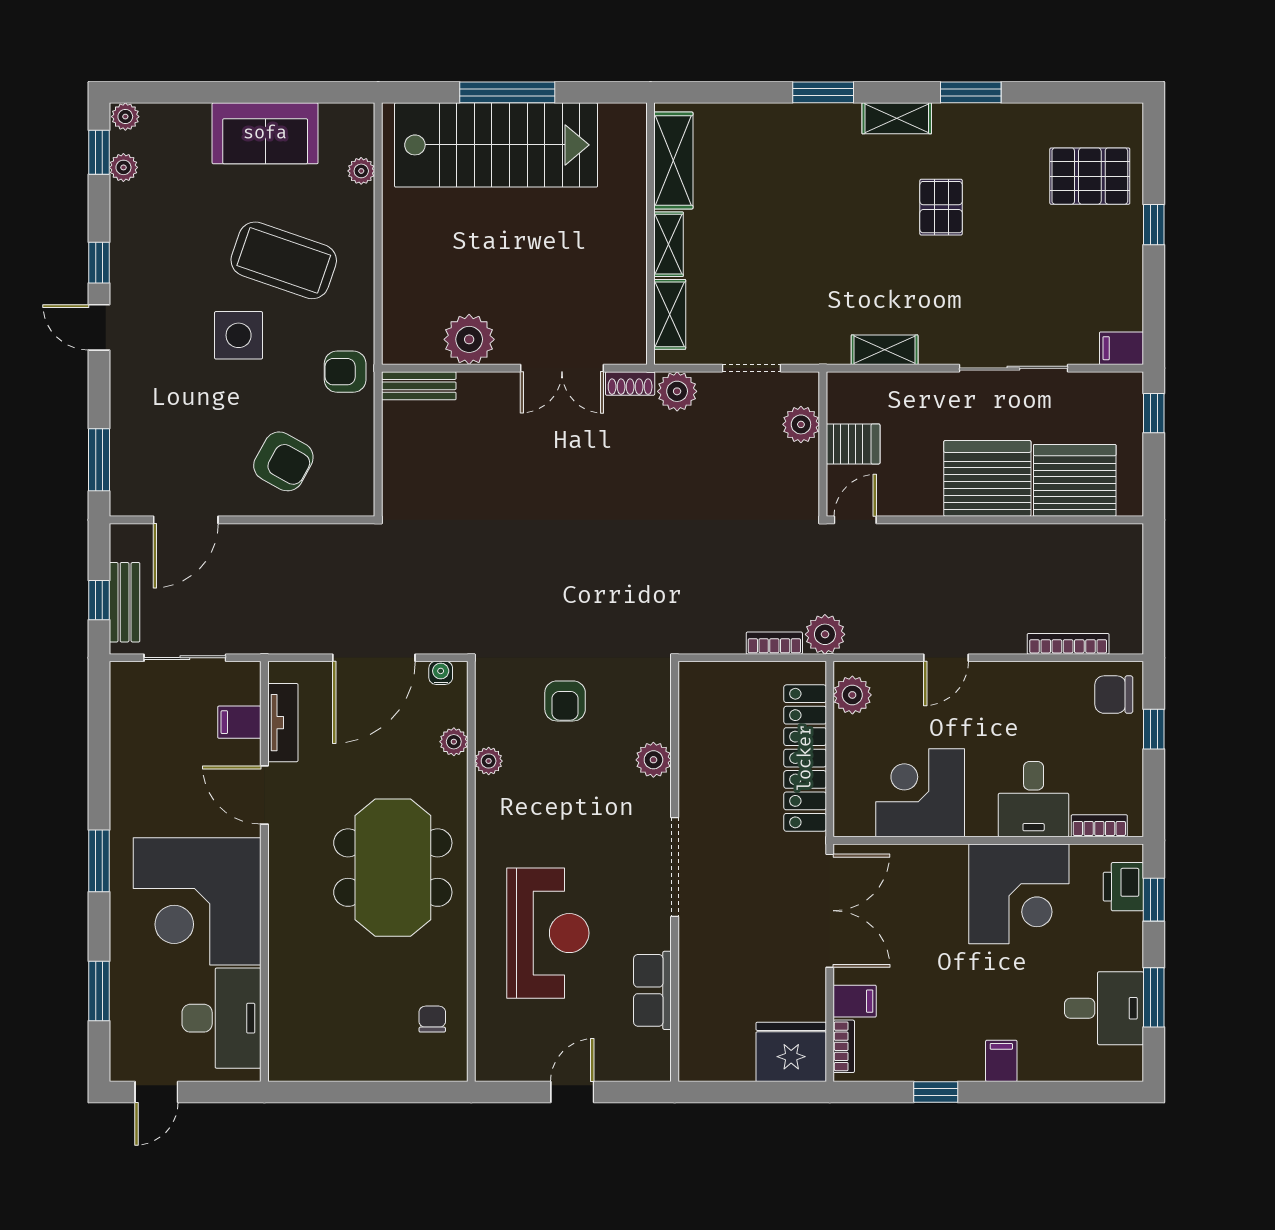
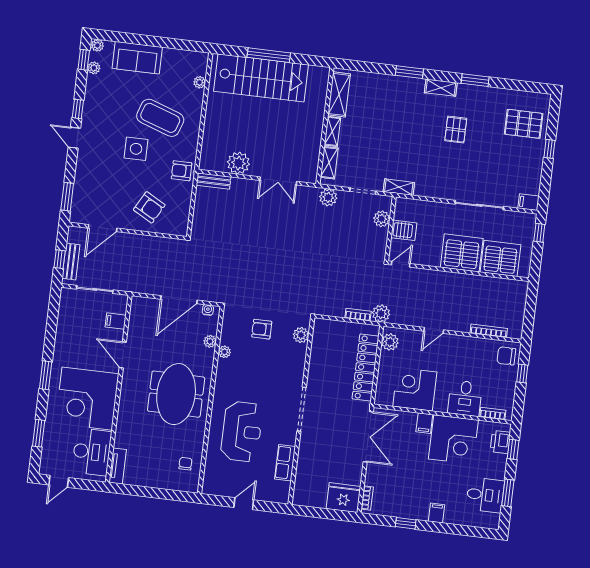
sofa: (265, 133) -> (137, 58), moved
shelving: (885, 350) -> (399, 187), moved
shoe rack: (630, 383) -> (308, 191), removed
armchair: (565, 701) -> (262, 329), turned 90
tv unit: (283, 723) -> (118, 466), moved
plant: (653, 760) -> (301, 335), moved
filing cabinet: (855, 1001) -> (424, 423), moved, turned 90

